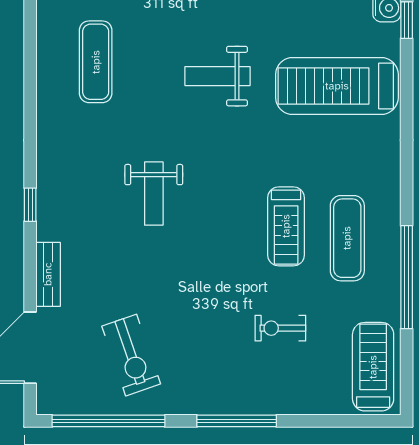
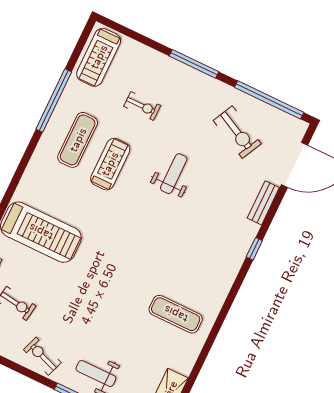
exercise mat: (96, 62) -> (176, 314), turned 90
weight bench: (217, 76) -> (108, 272), removed
weight bench: (154, 194) -> (174, 174), moved
exercise bike: (131, 355) -> (237, 132), turned 136

